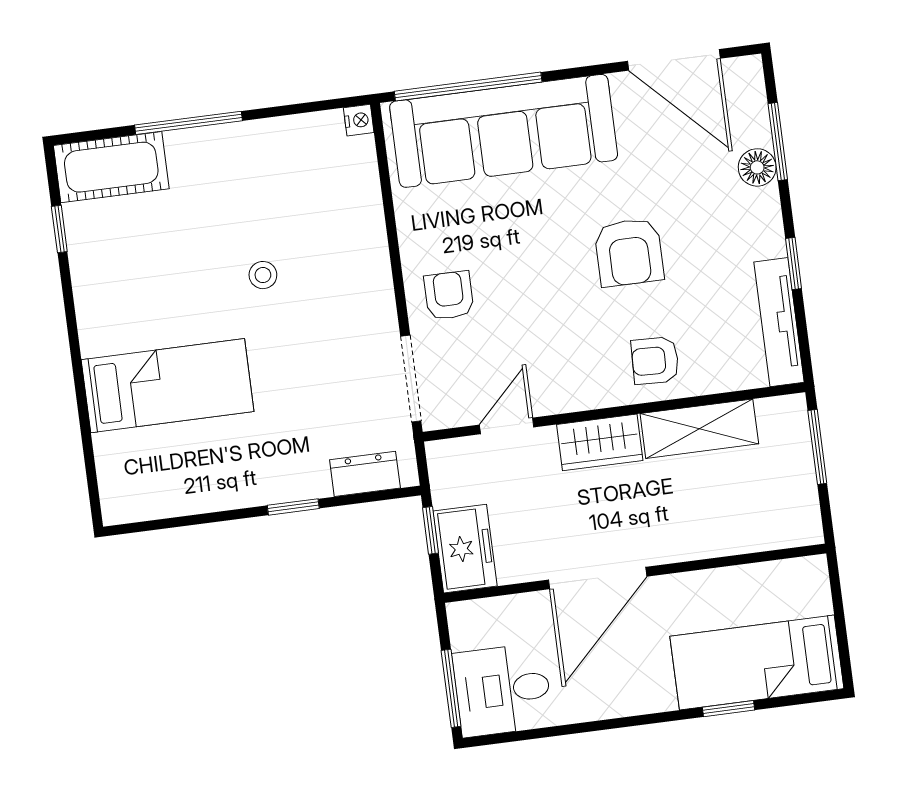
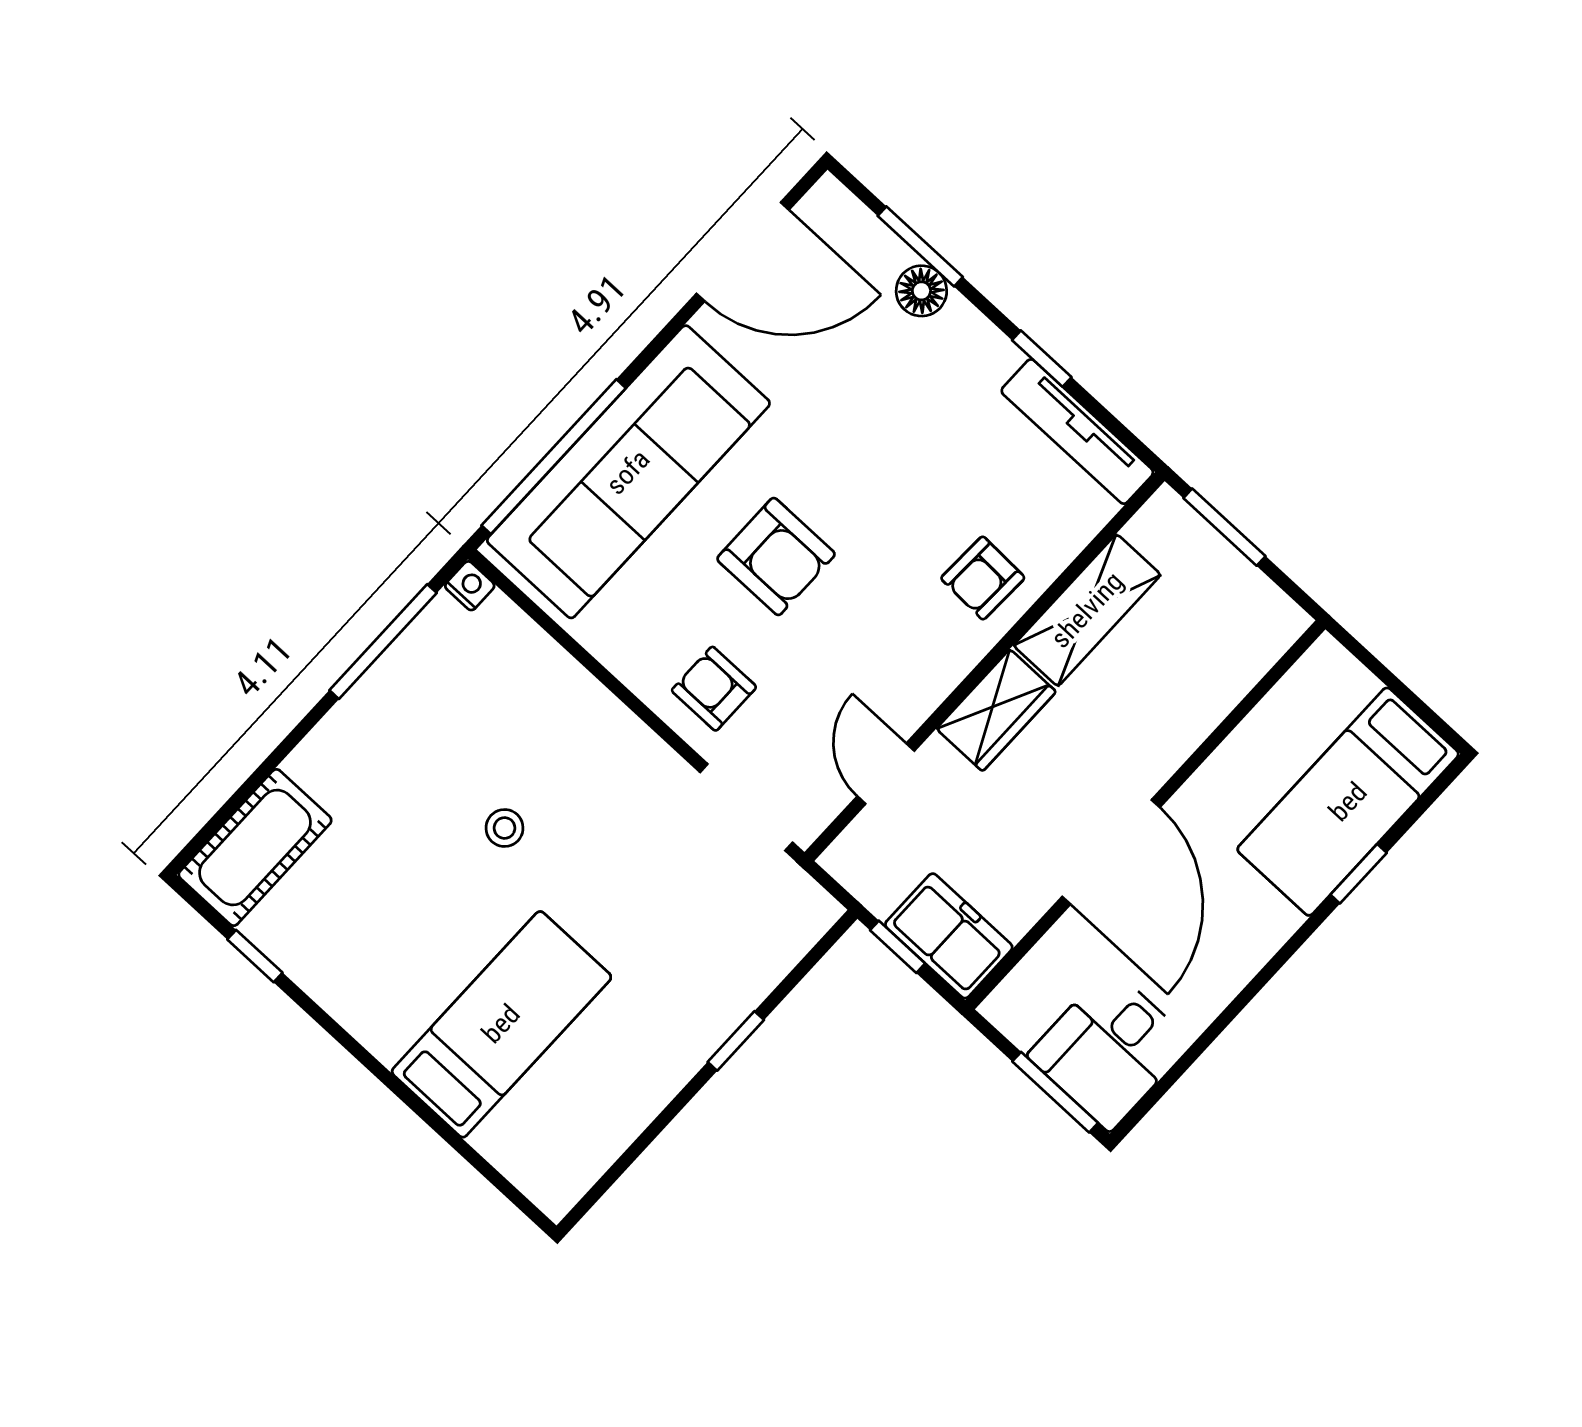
window: (188, 123) -> (383, 642), moved
armchair: (629, 252) -> (776, 556), moved
dresser: (365, 474) -> (781, 945), removed

